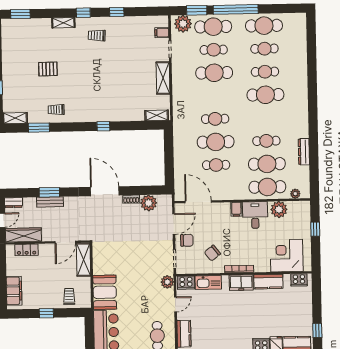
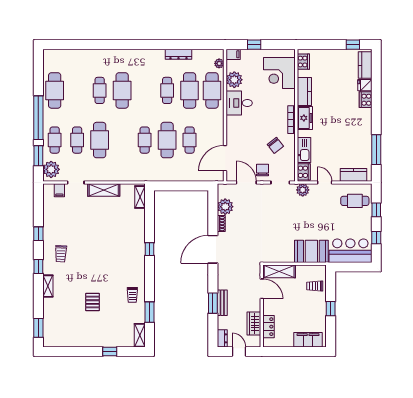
cafe table: (213, 27) -> (55, 140), width x0.73, depth x0.74
cafe table: (264, 49) -> (77, 90), removed
filing cabinet: (236, 209) -> (233, 54), moved
wardrobe: (23, 235) -> (254, 324), width x0.67

